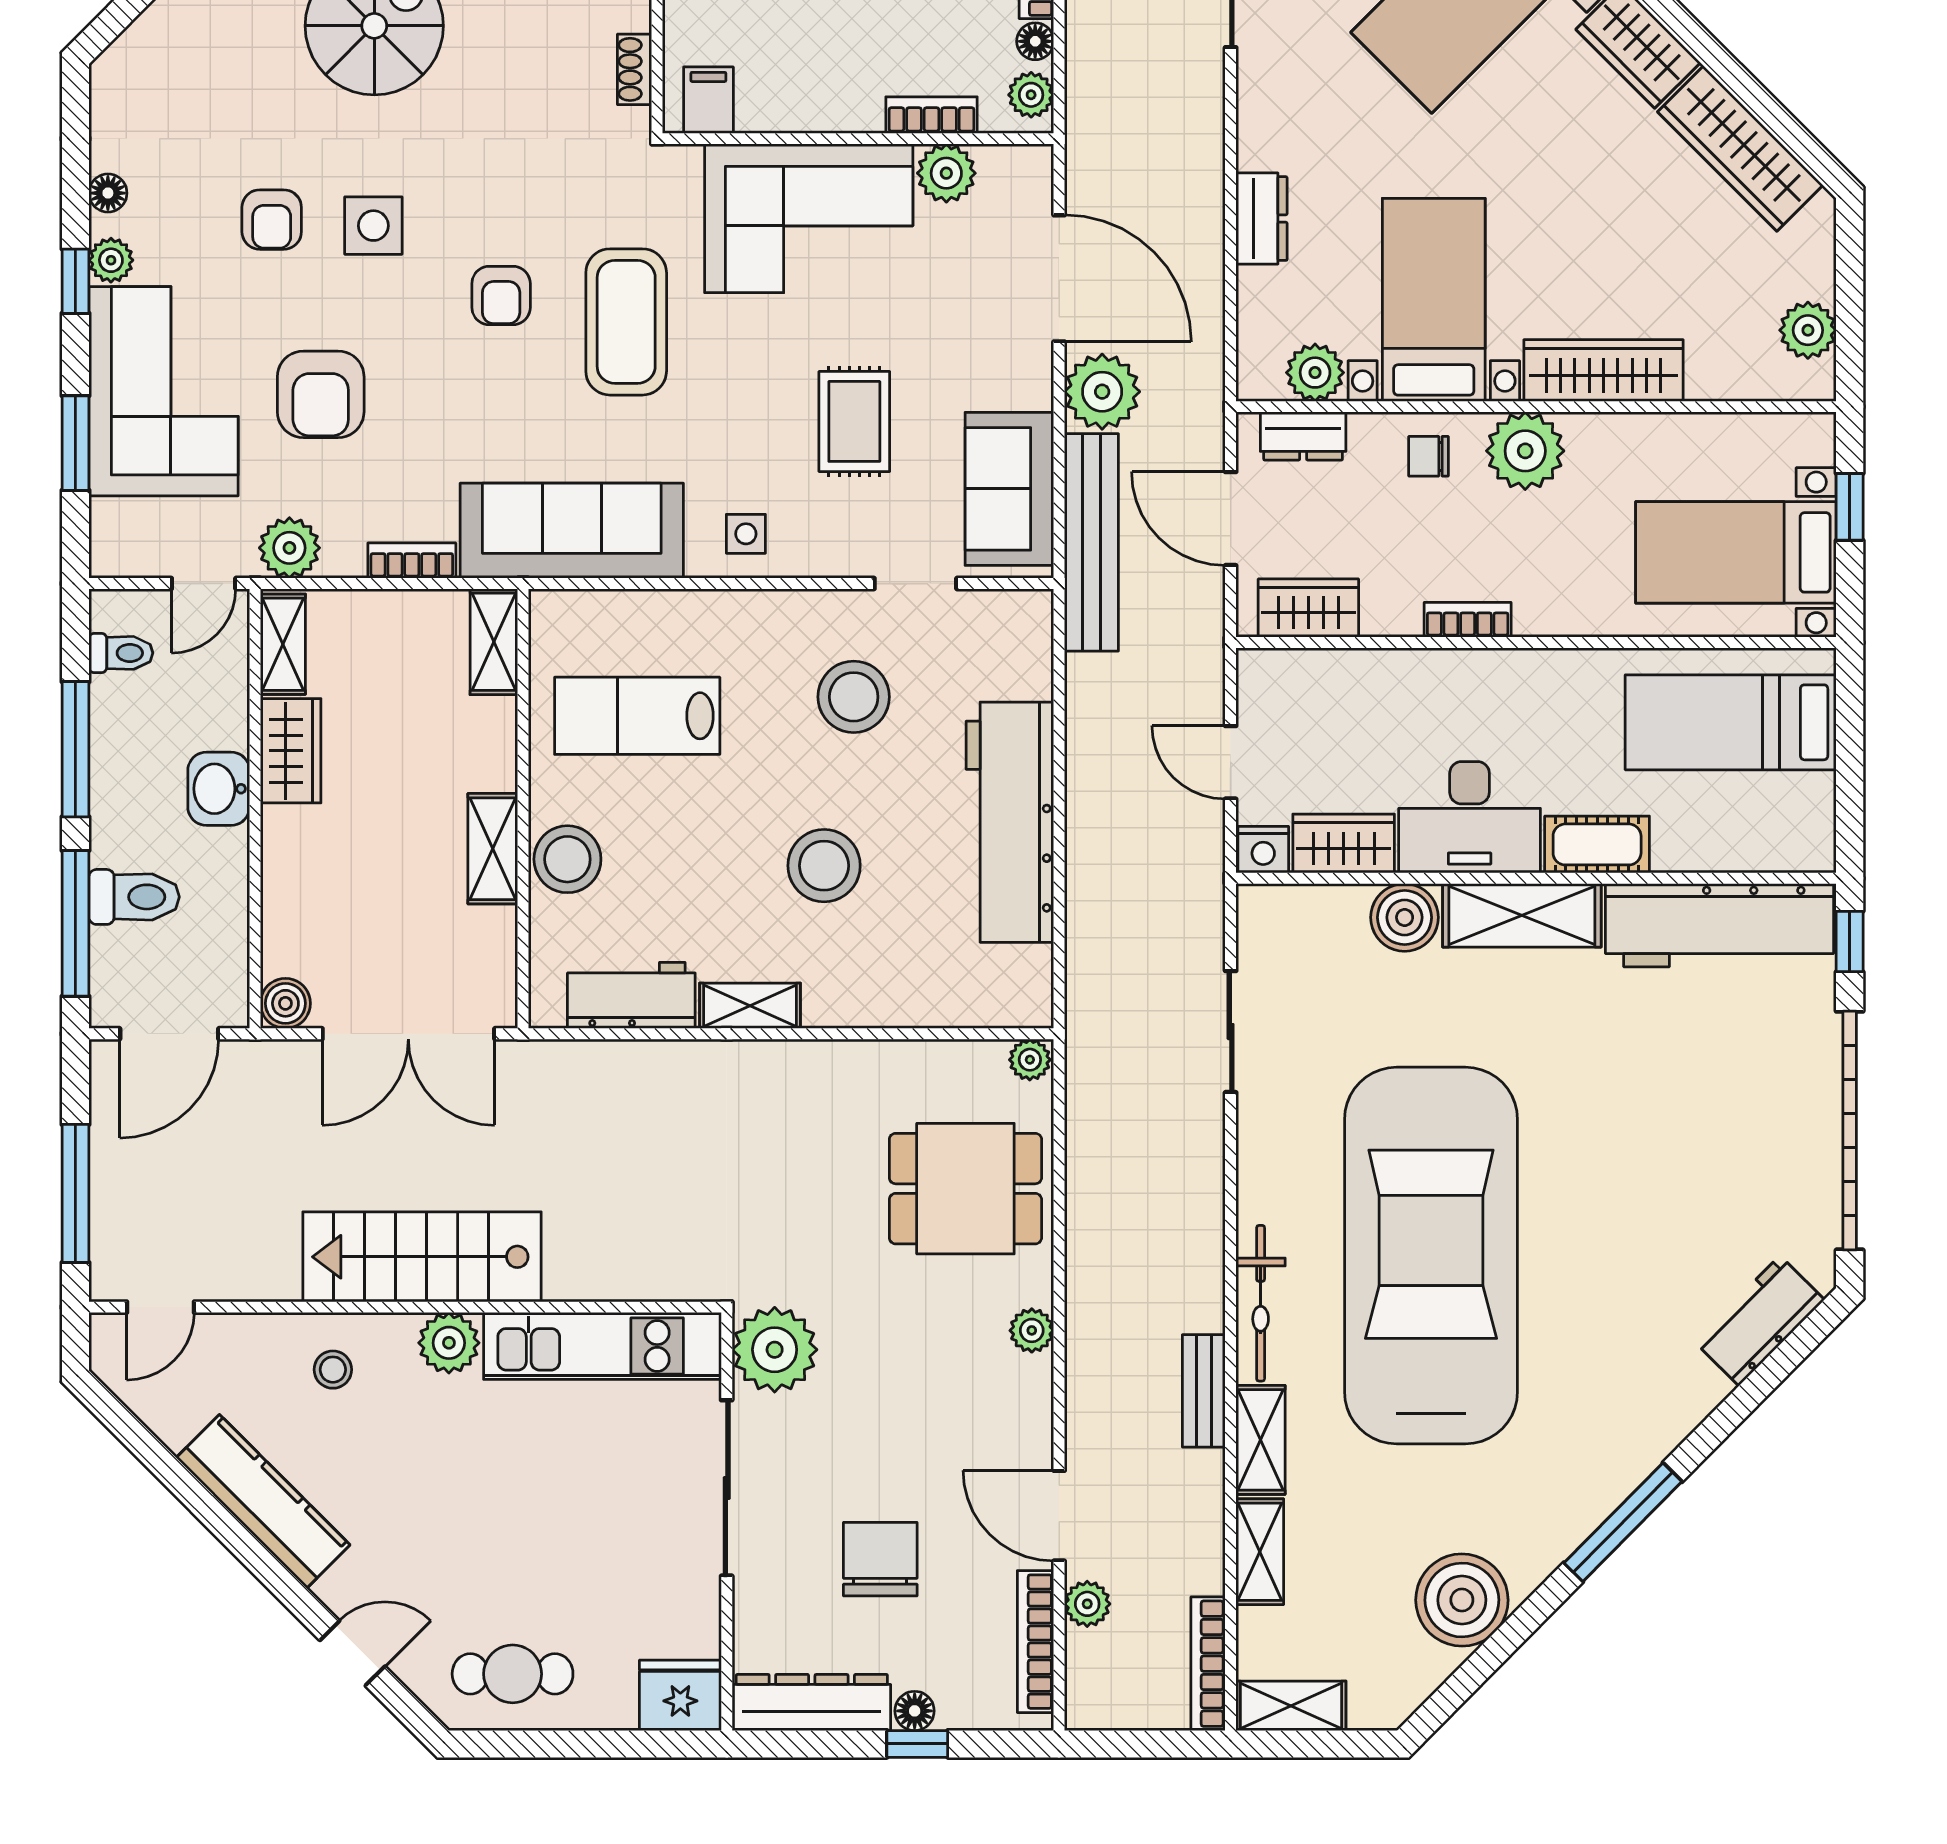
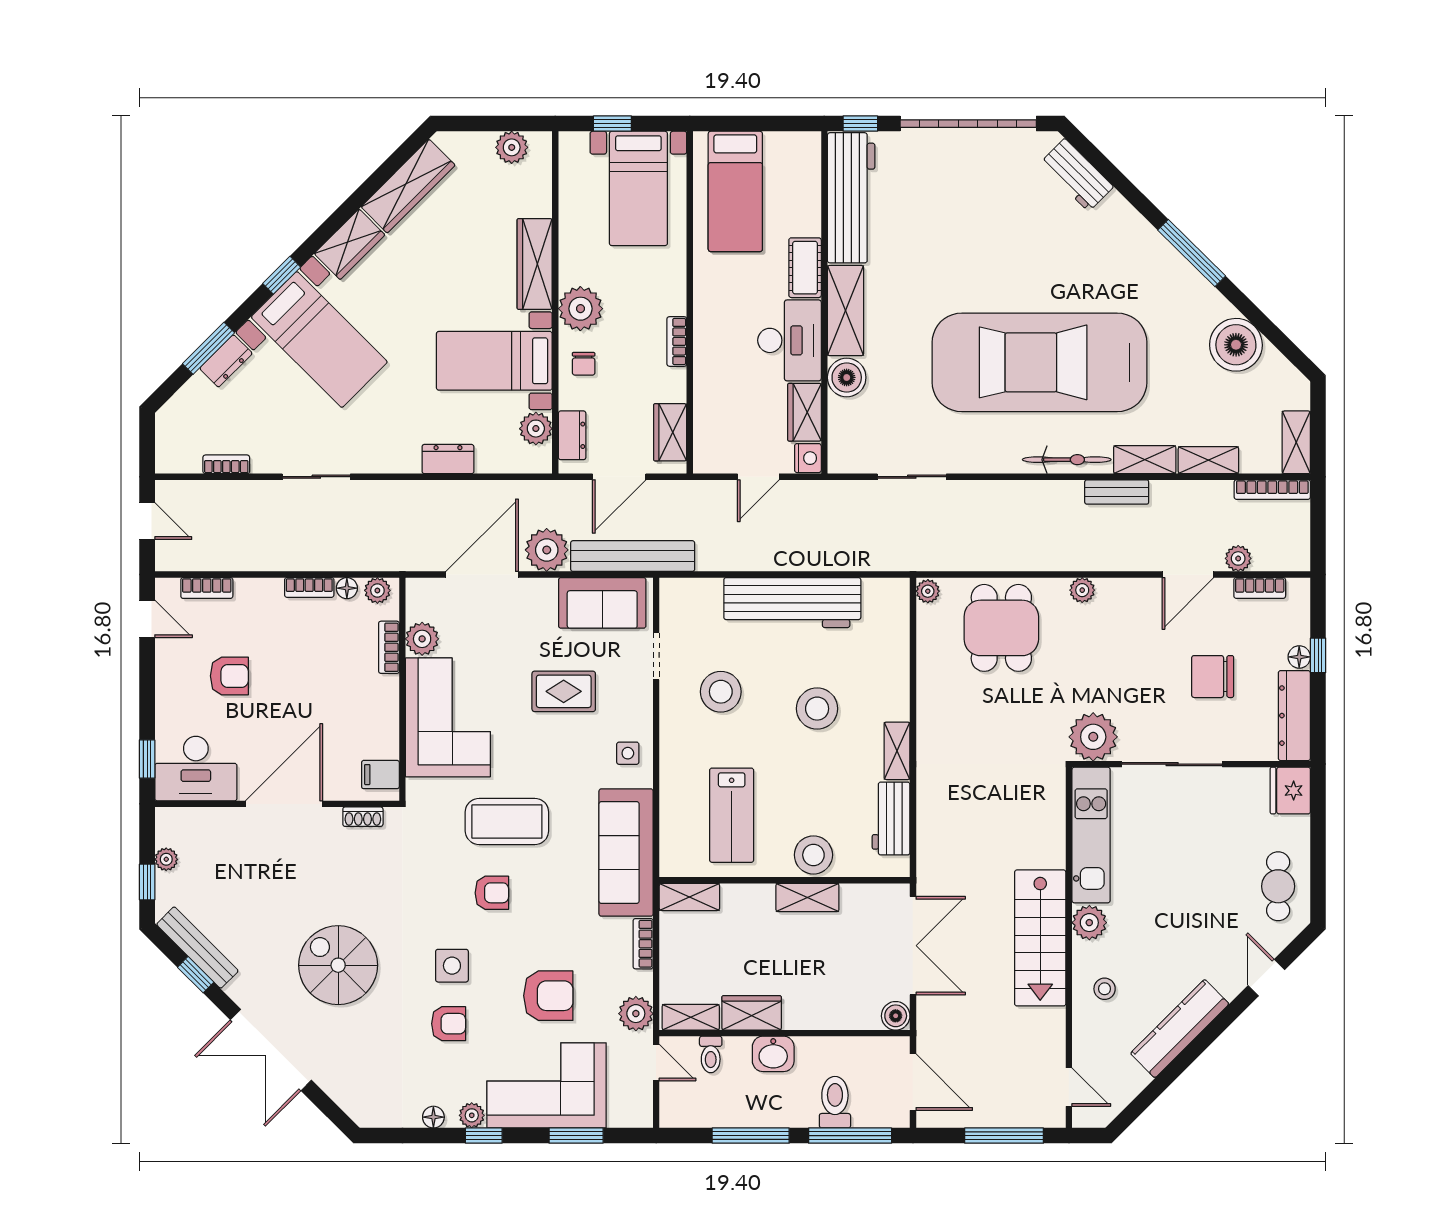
toilet: (121, 653) -> (711, 1054), moved, turned 180
bookcase: (1036, 1642) -> (1260, 588), width x0.64

